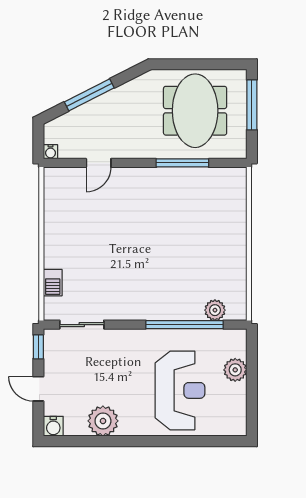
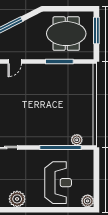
meeting table: (195, 111) -> (66, 34), turned 90
plant: (235, 370) -> (88, 201), moved

